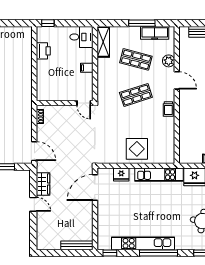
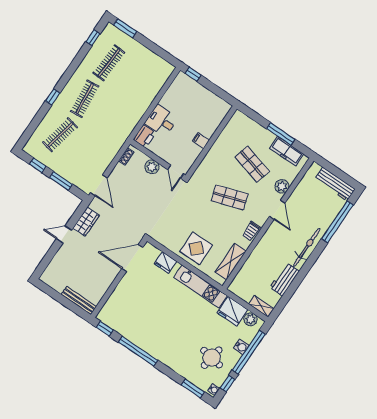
desk: (81, 37) -> (161, 121), moved, turned 180
shelving: (103, 42) -> (231, 262), moved
printer: (43, 51) -> (144, 136), moved
plant: (64, 111) -> (152, 167), added
door: (33, 204) -> (64, 234), swing flipped
kitchen unit: (143, 243) -> (142, 341), removed
window: (159, 253) -> (138, 351), moved

